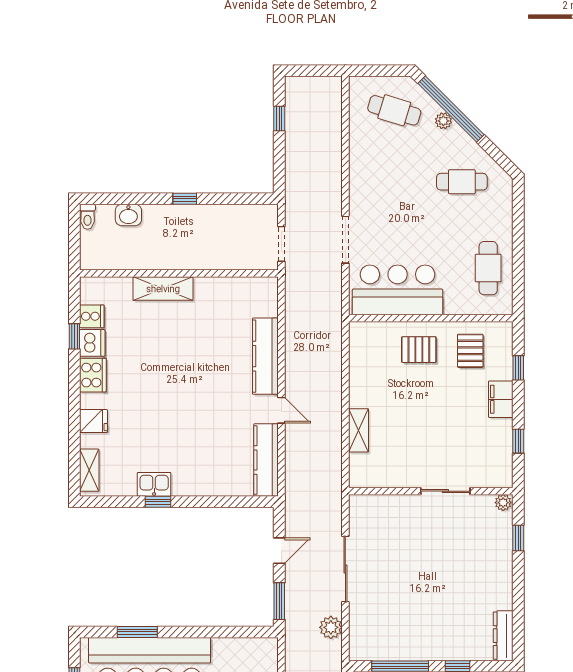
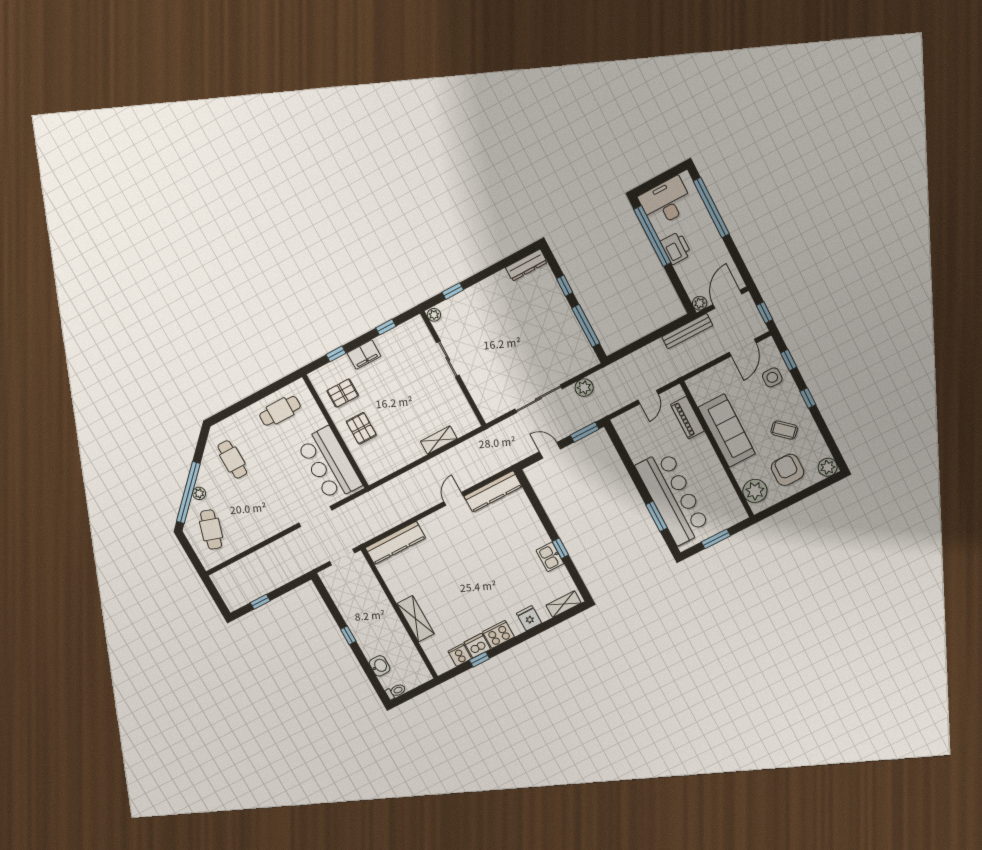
kitchen counter: (265, 356) -> (395, 543), moved

